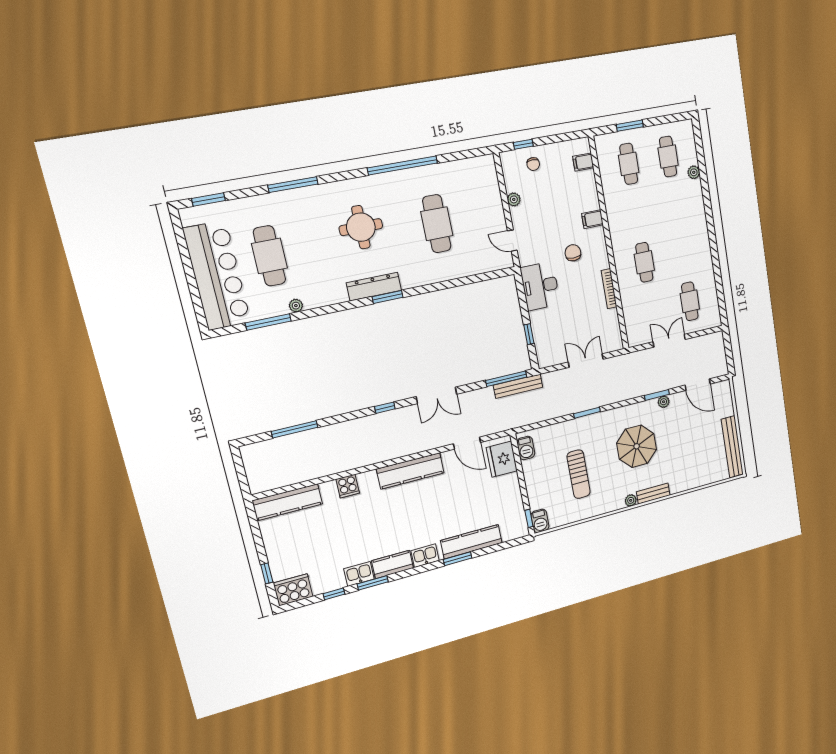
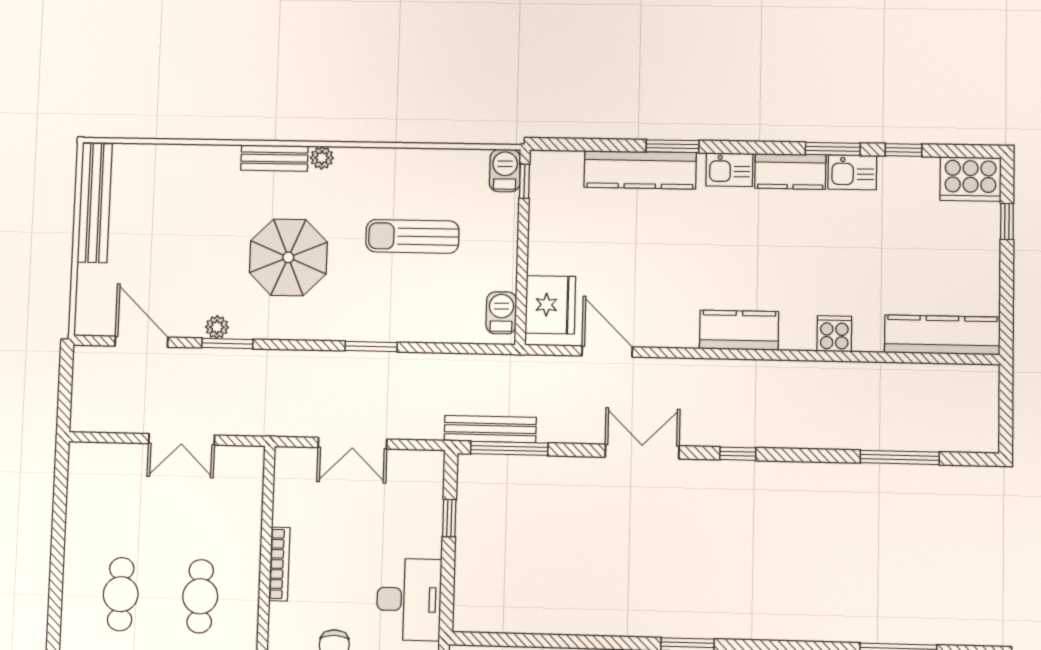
cafe table: (690, 301) -> (121, 594), moved
kitchen counter: (410, 471) -> (739, 330), width x0.67
sun lounger: (579, 474) -> (412, 236), turned -90

